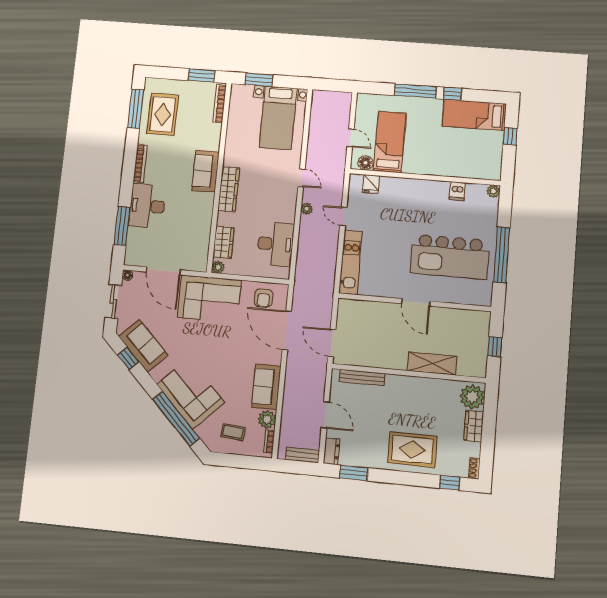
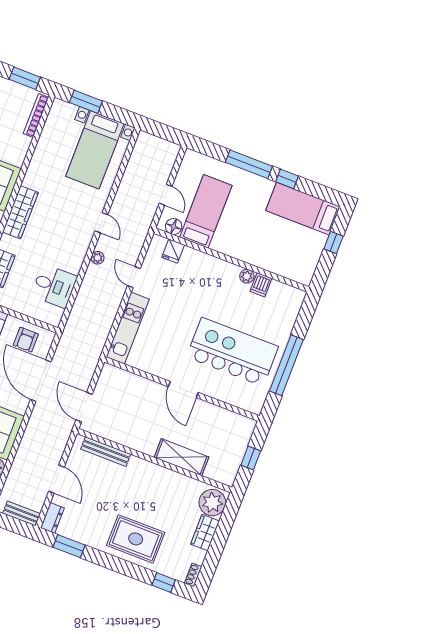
plant: (493, 191) -> (247, 276), moved
desk: (276, 244) -> (54, 286), width x0.73
kitchen island: (450, 257) -> (232, 352), turned 180

